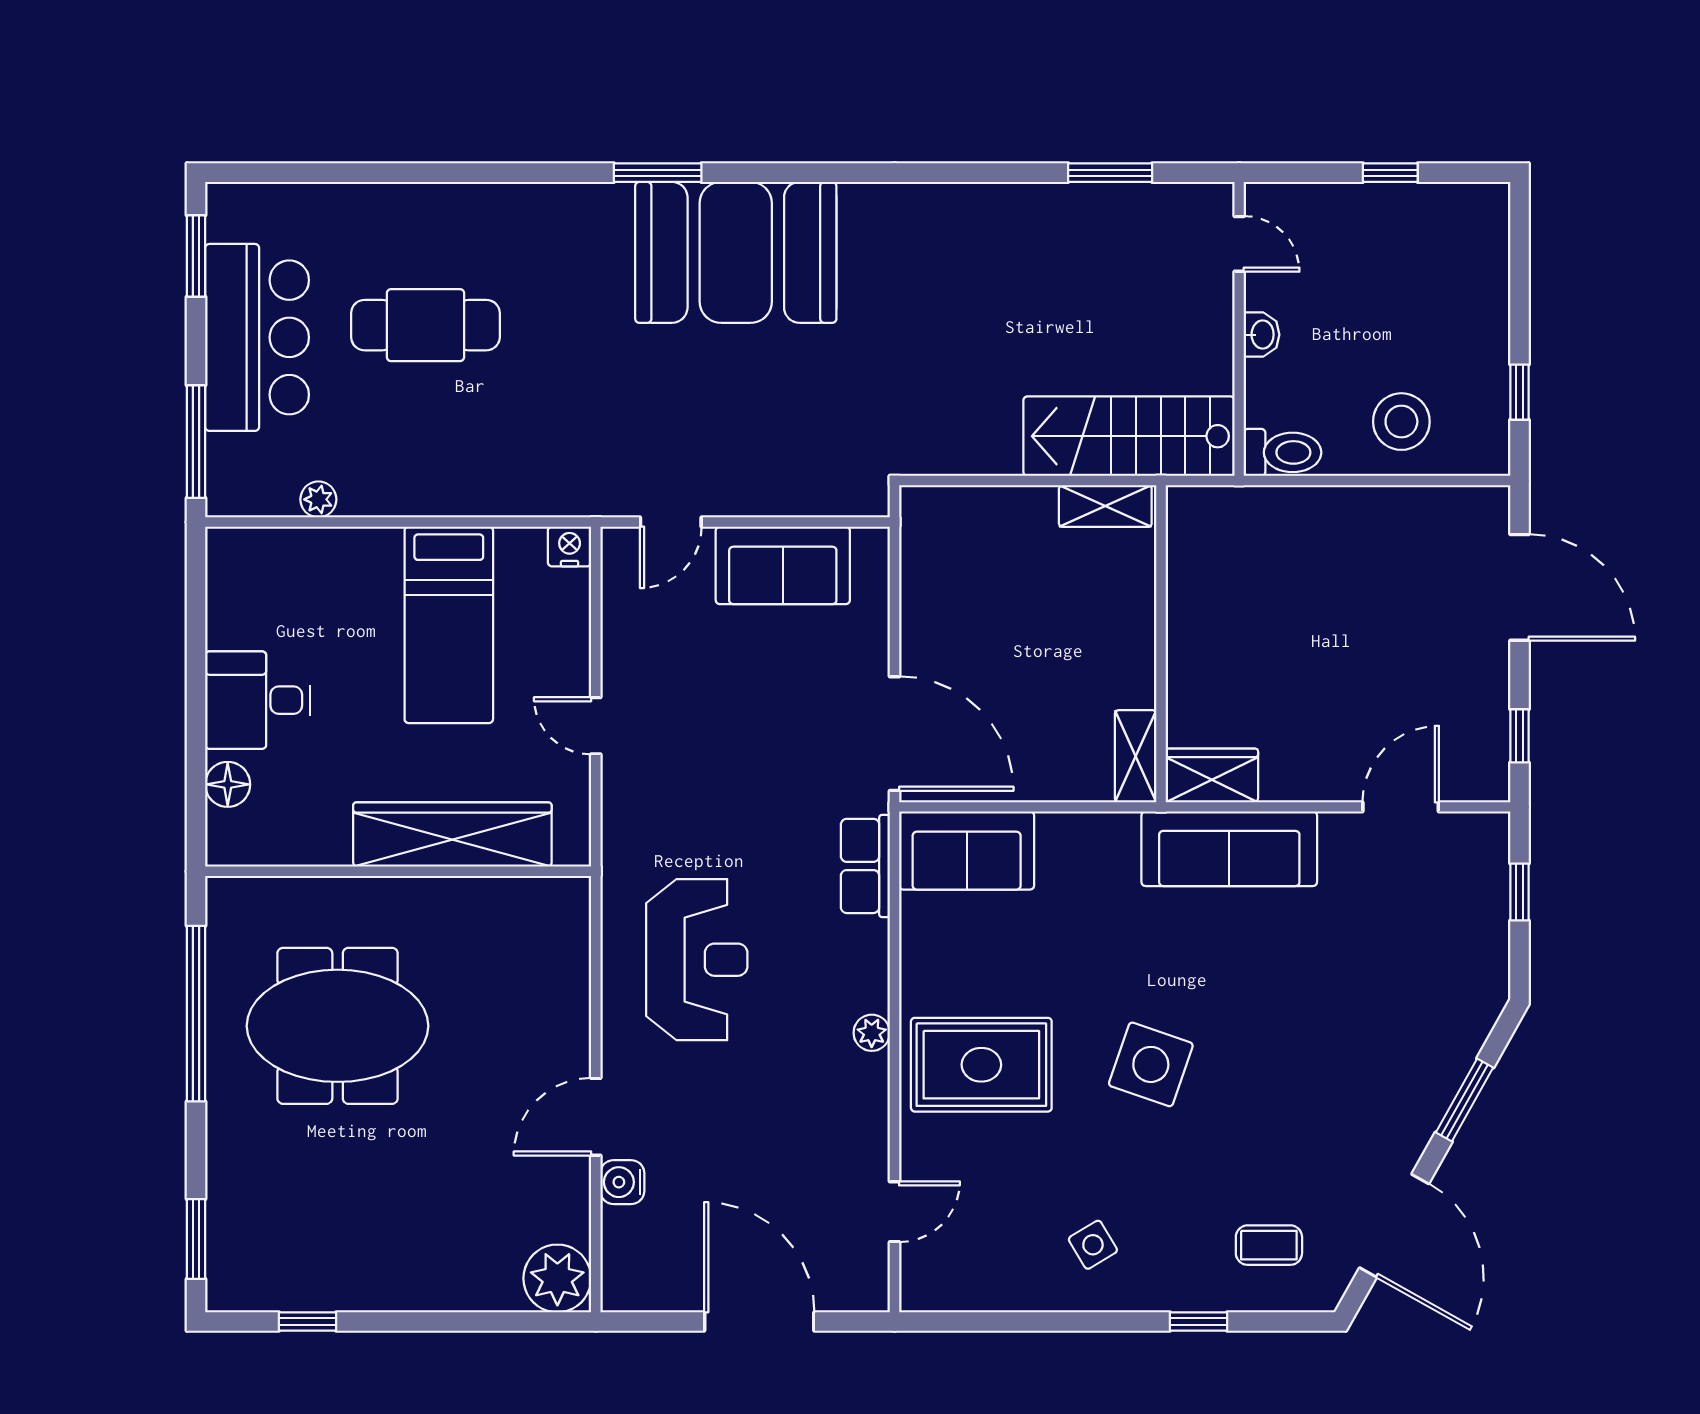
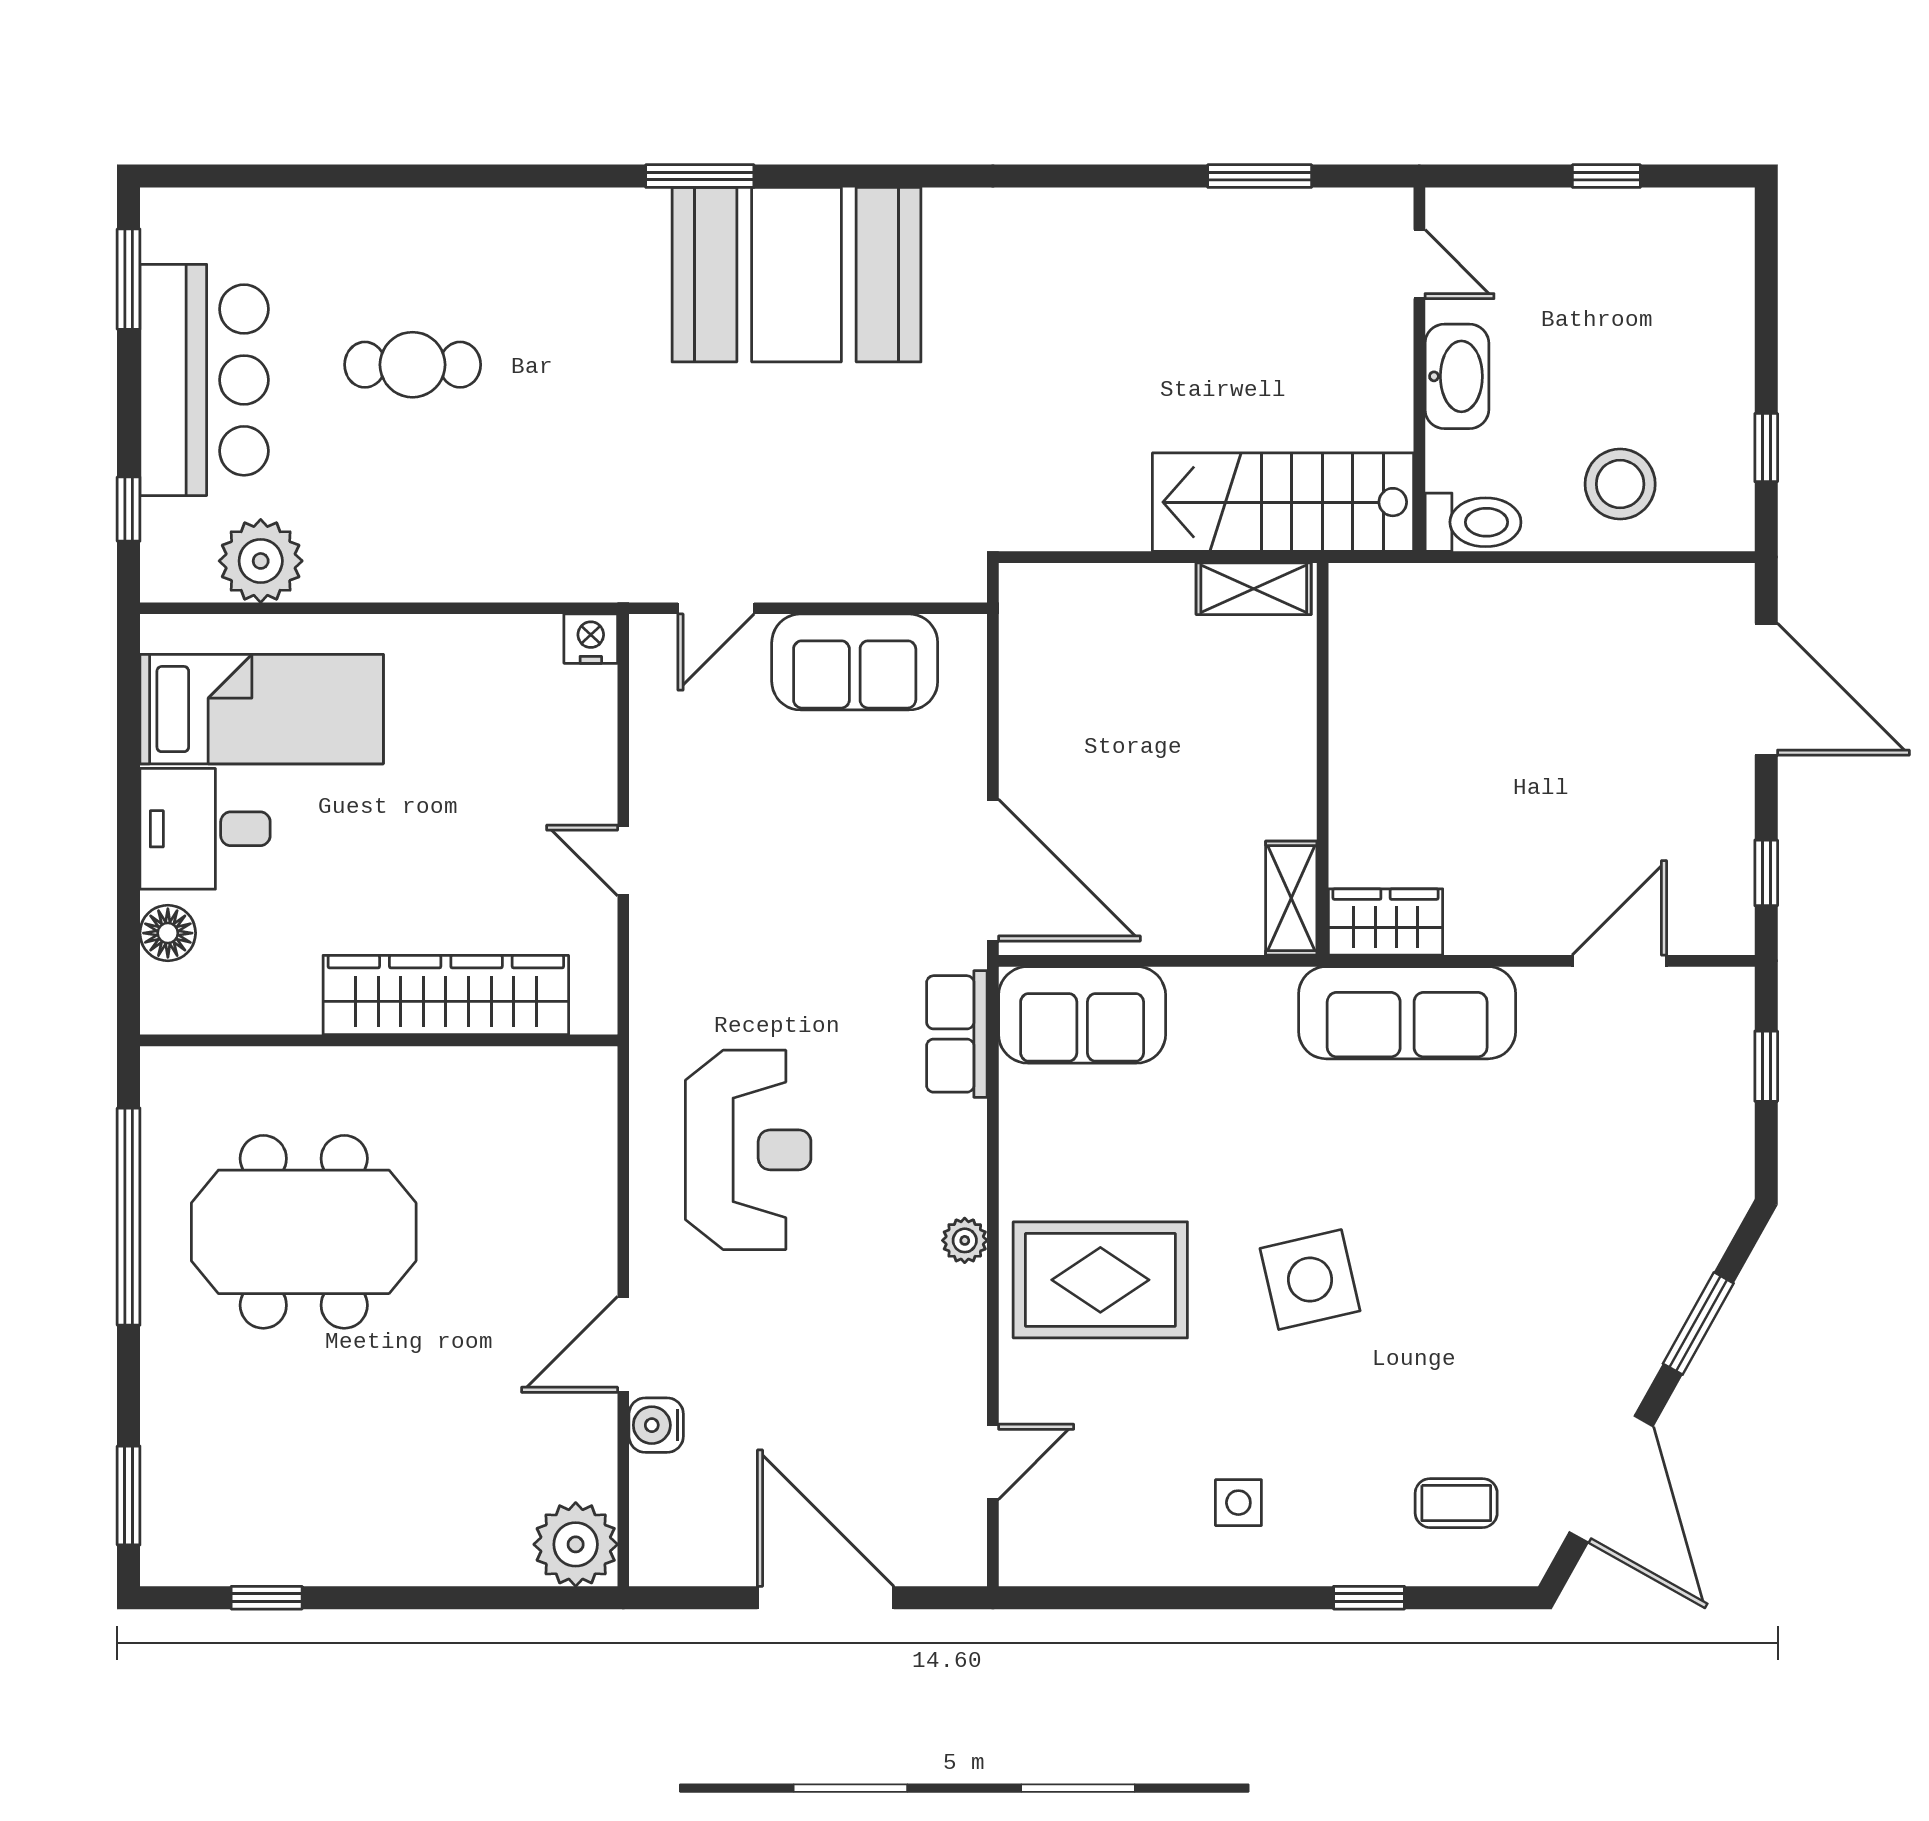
cafe table: (425, 325) -> (413, 365), width x0.73, depth x0.74
washbasin: (1262, 335) -> (1457, 376), width x1.91, depth x1.45
window: (196, 442) -> (129, 509), width x0.46
plant: (318, 499) -> (261, 561), width x1.87, depth x1.87
bed: (449, 625) -> (262, 709), moved, turned -90
side table: (1151, 1064) -> (1310, 1280), turned -32
side table: (1093, 1245) -> (1238, 1503), turned 31

